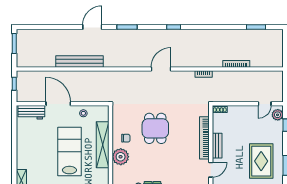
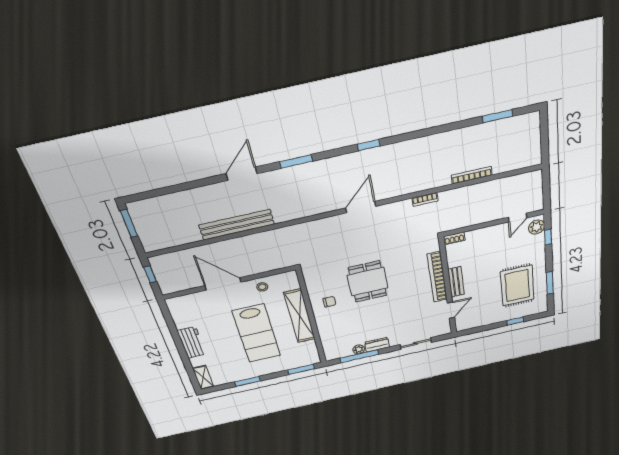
workbench: (31, 112) -> (192, 342), moved, turned -90
lab bench: (69, 152) -> (257, 333), turned 180
plant: (121, 157) -> (327, 323), removed

